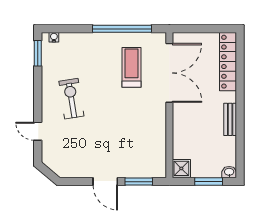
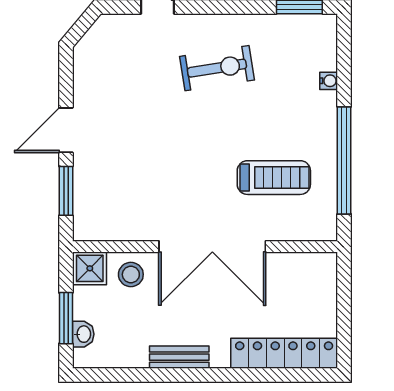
water cooler: (54, 37) -> (329, 81), moved
double door: (169, 73) -> (212, 247), moved
stool: (185, 146) -> (131, 274), added
washbasin: (229, 172) -> (83, 334), moved

